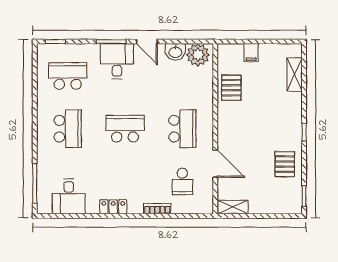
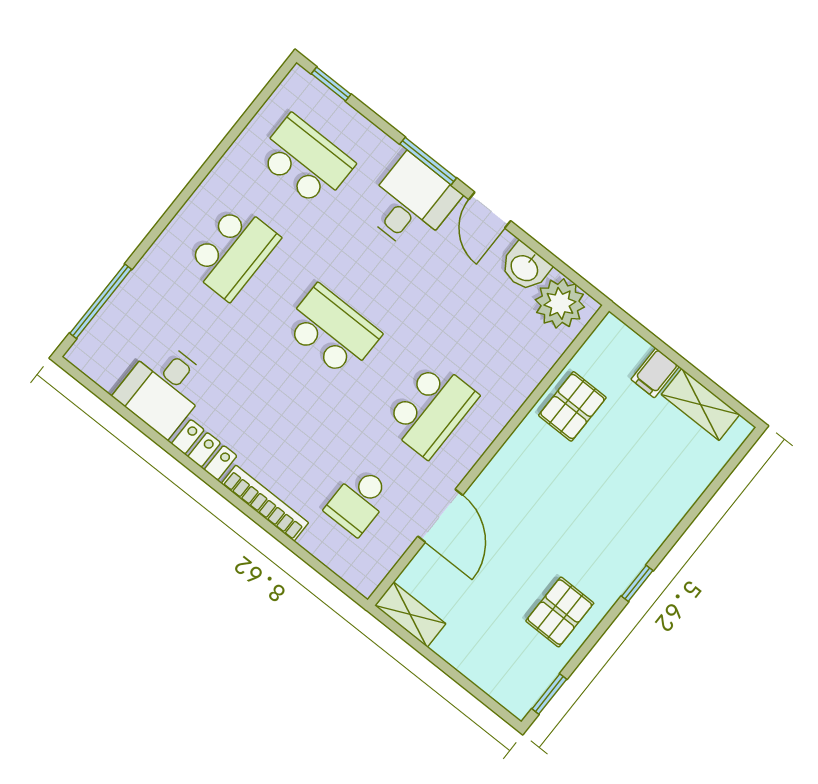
shelving: (295, 74) -> (700, 405), moved, turned 90
desk: (69, 196) -> (163, 388), moved
bookcase: (157, 209) -> (265, 503), width x1.56

